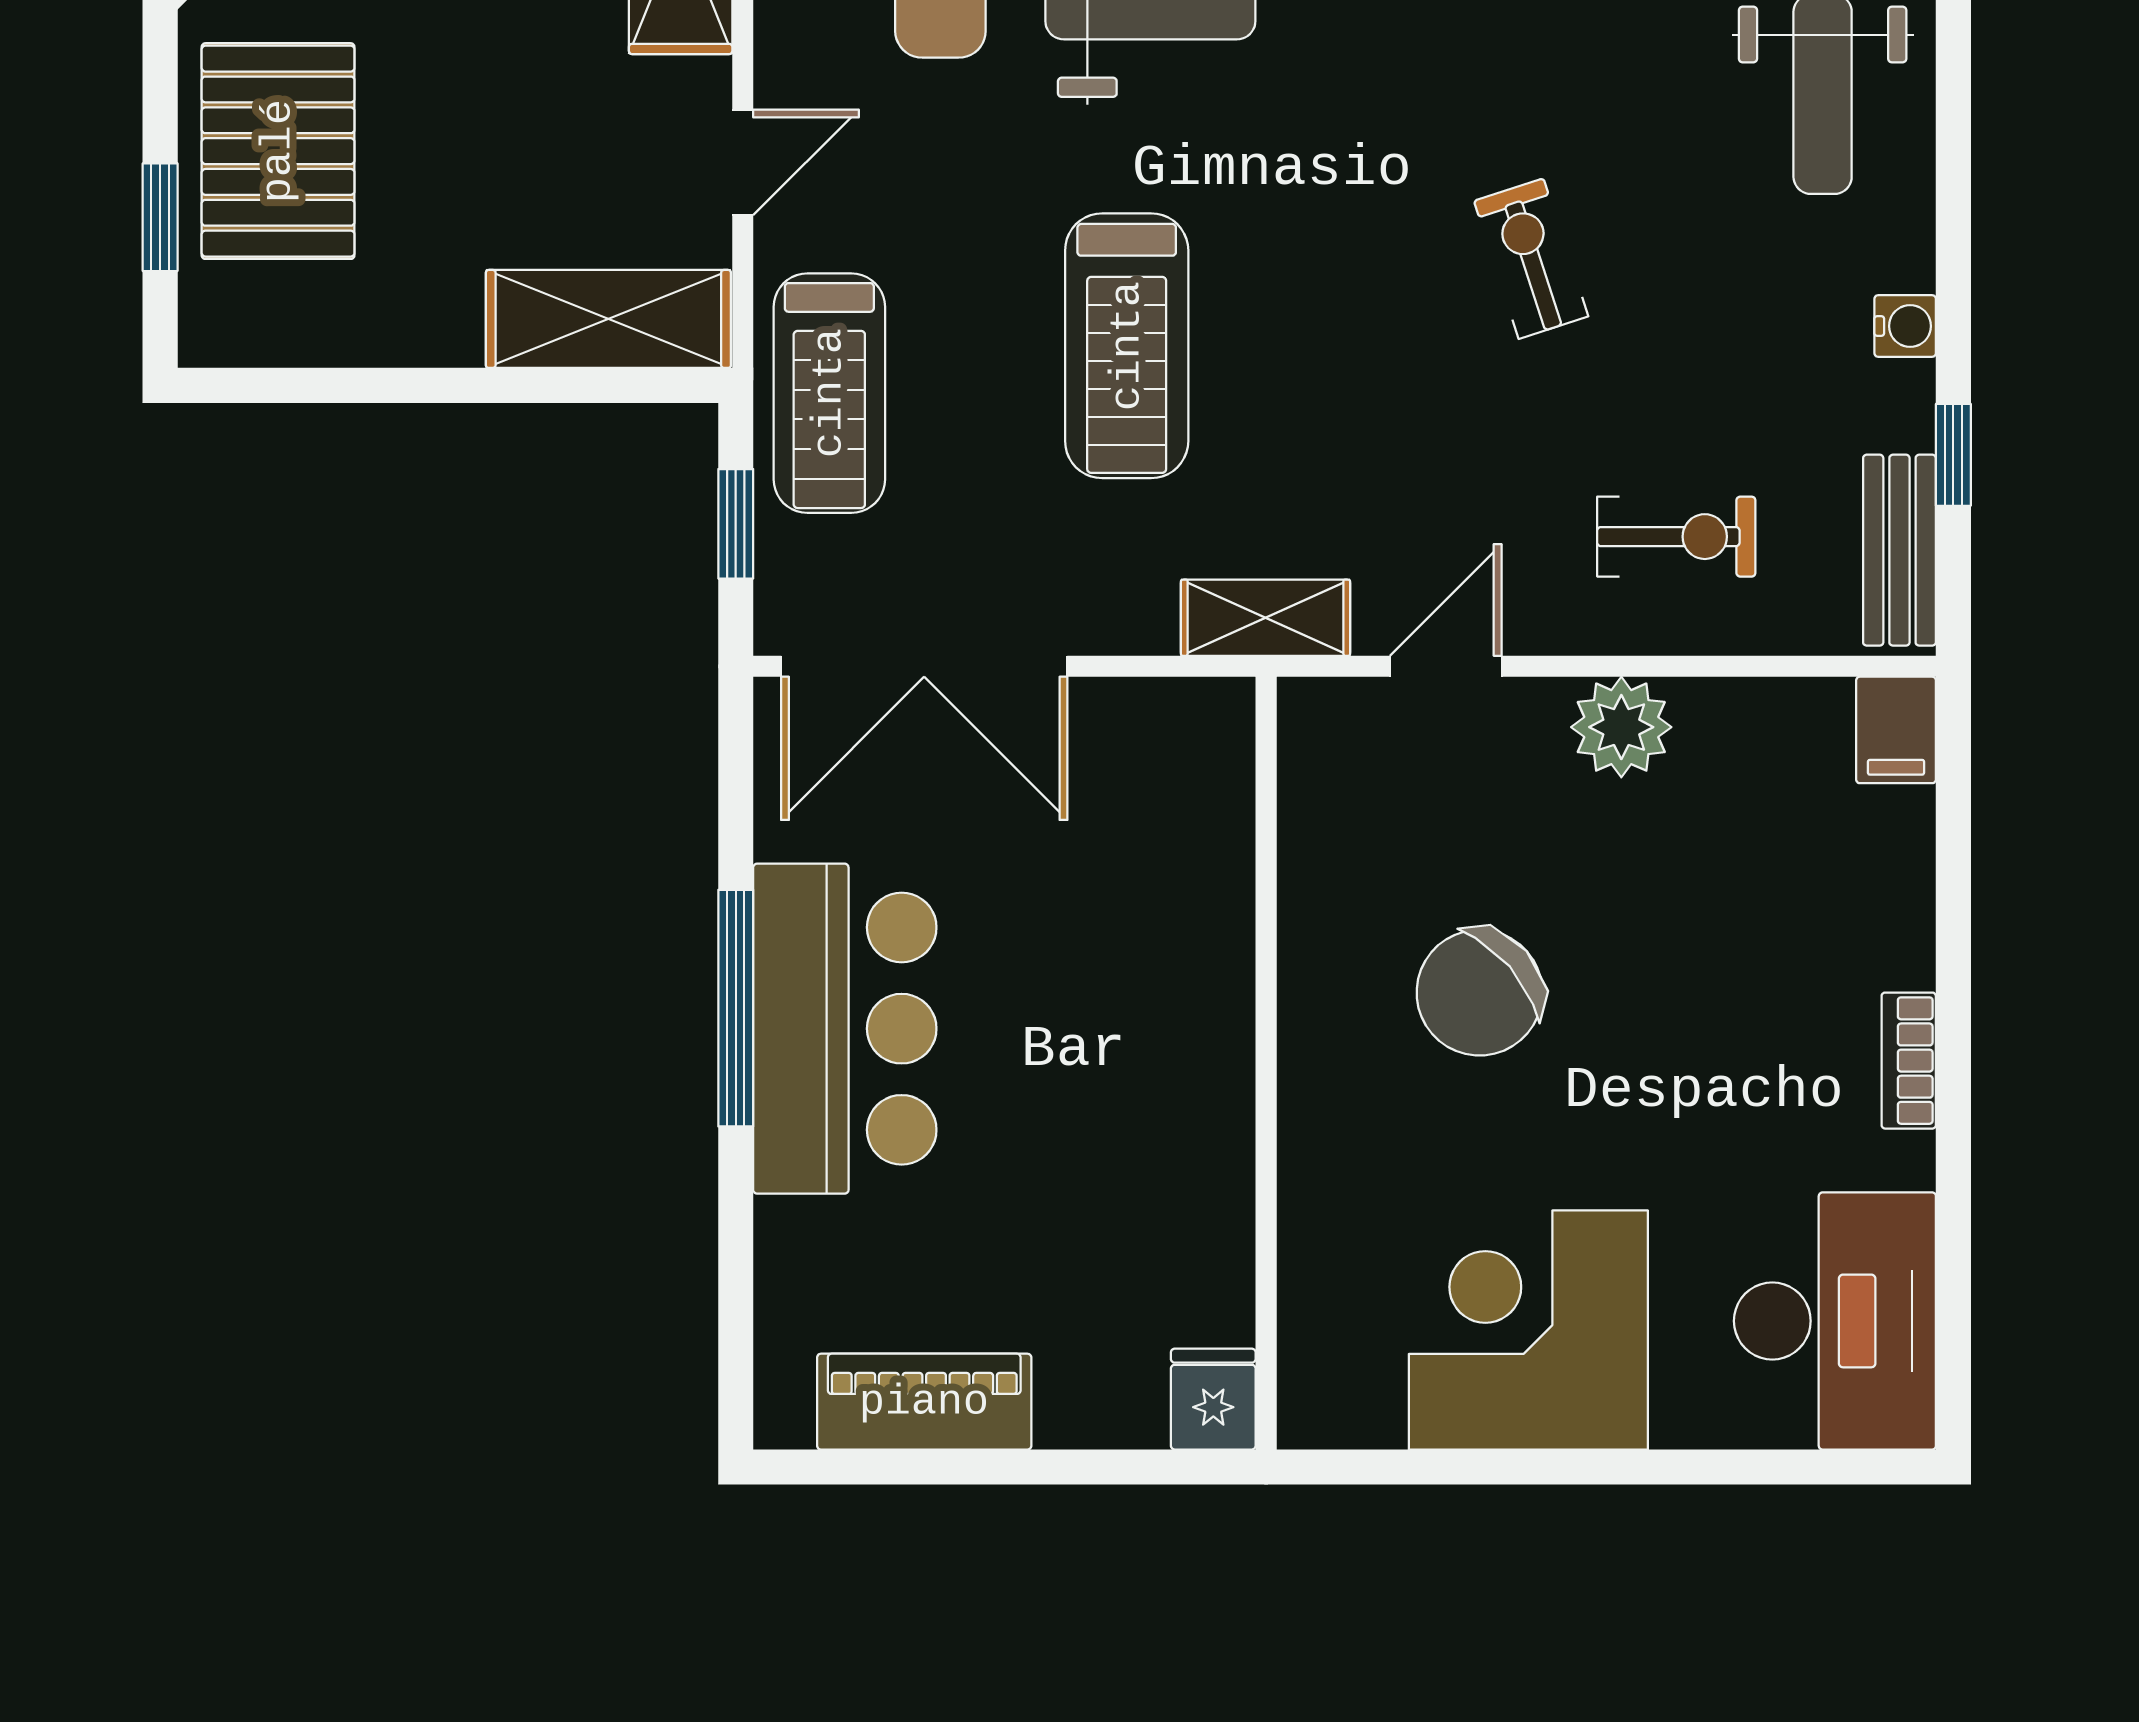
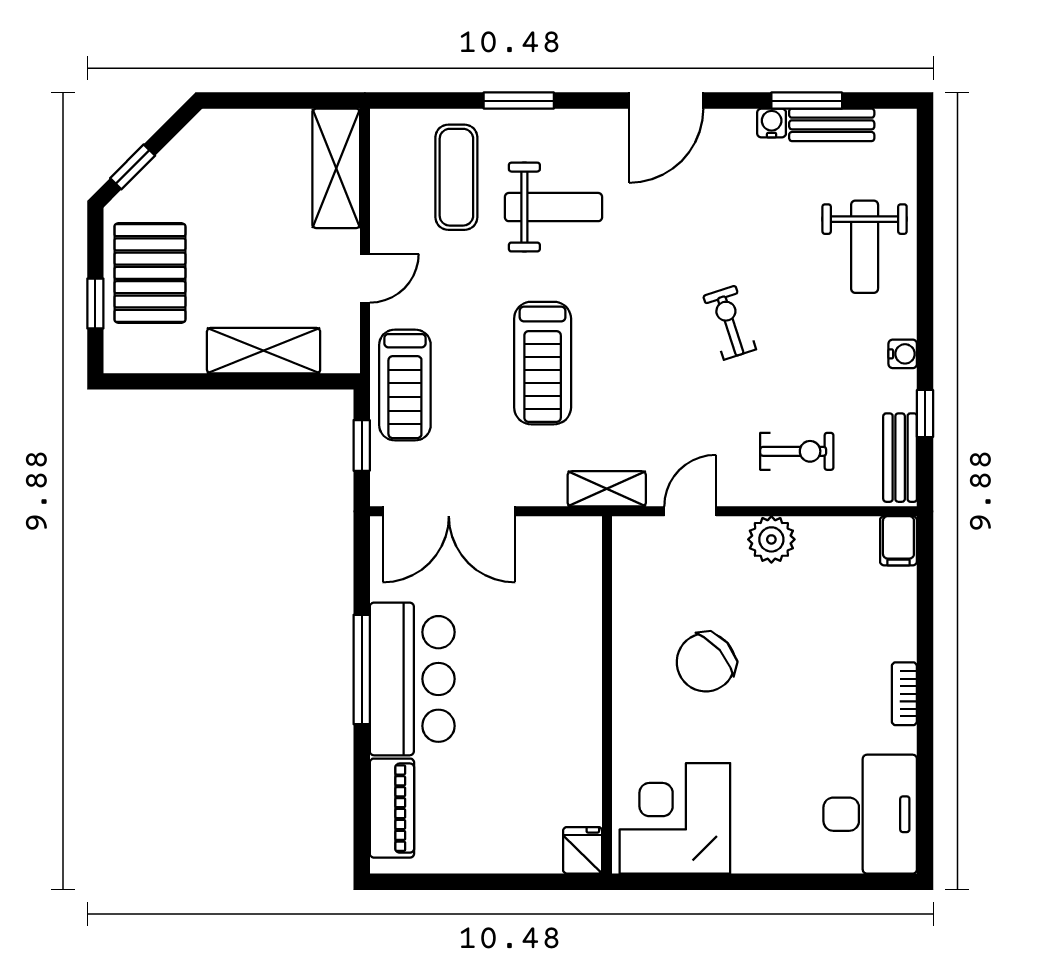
shelving: (608, 319) -> (264, 351), moved
corner desk: (1528, 1330) -> (675, 818), moved
piano: (924, 1402) -> (392, 808), moved, turned 90

